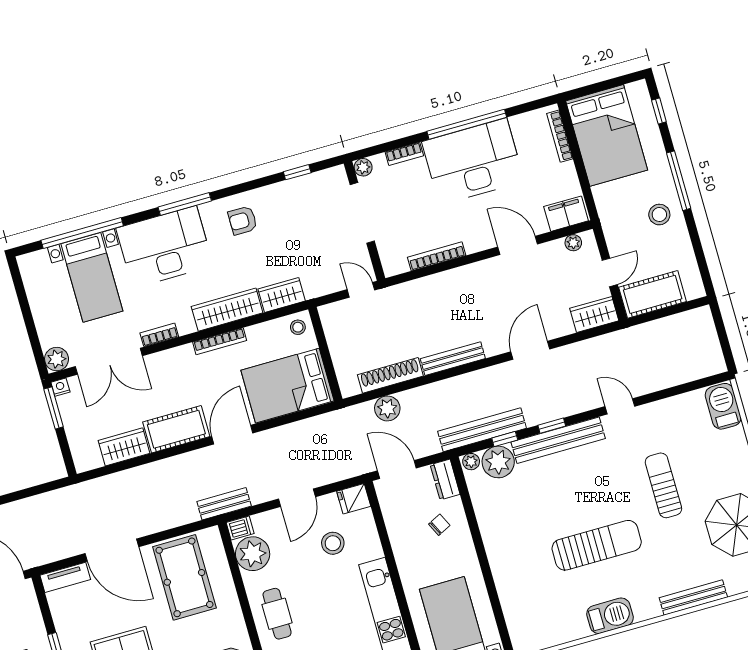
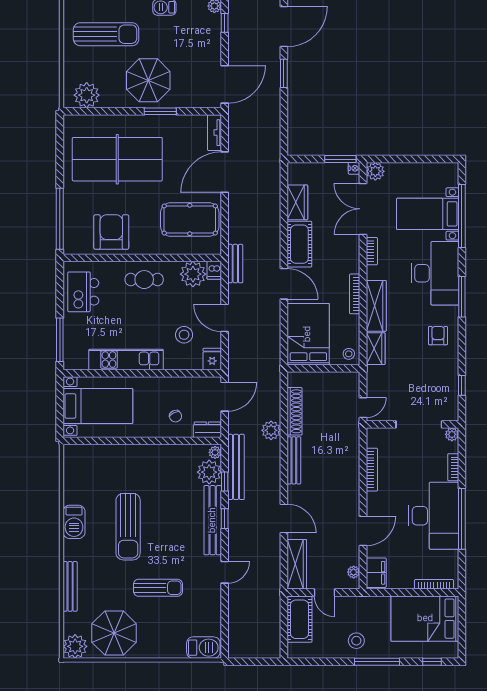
wardrobe: (594, 315) -> (297, 564), width x1.50
plant: (387, 408) -> (271, 430), moved

